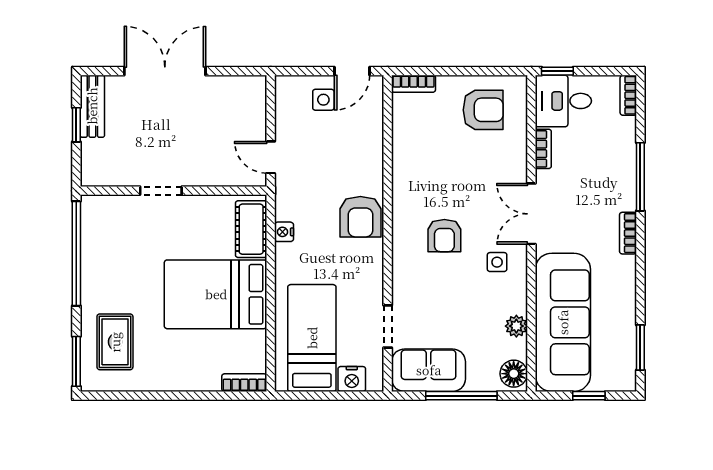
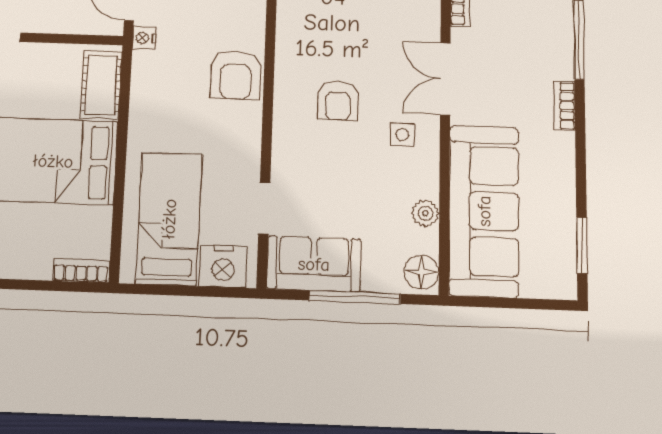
nightstand: (284, 232) -> (144, 38), moved
nightstand: (352, 379) -> (223, 266), width x1.36, depth x1.33
window: (589, 396) -> (517, 303), removed

